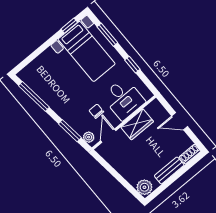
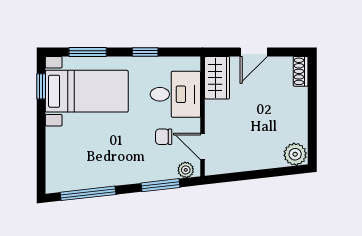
wardrobe: (137, 124) -> (217, 78), moved
bench: (169, 170) -> (300, 110), removed

